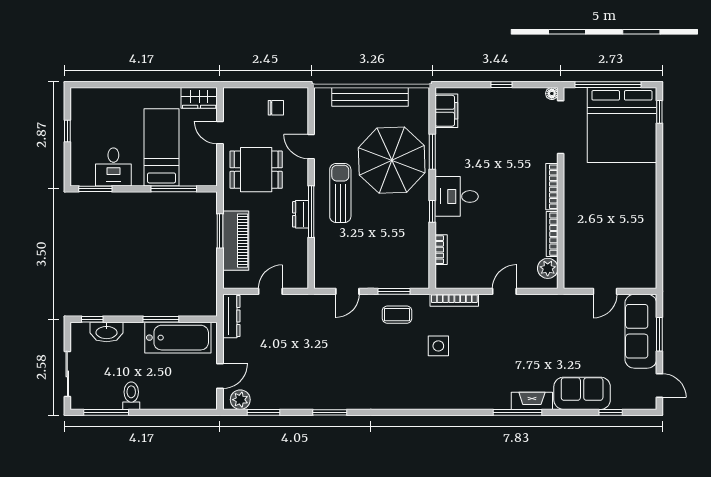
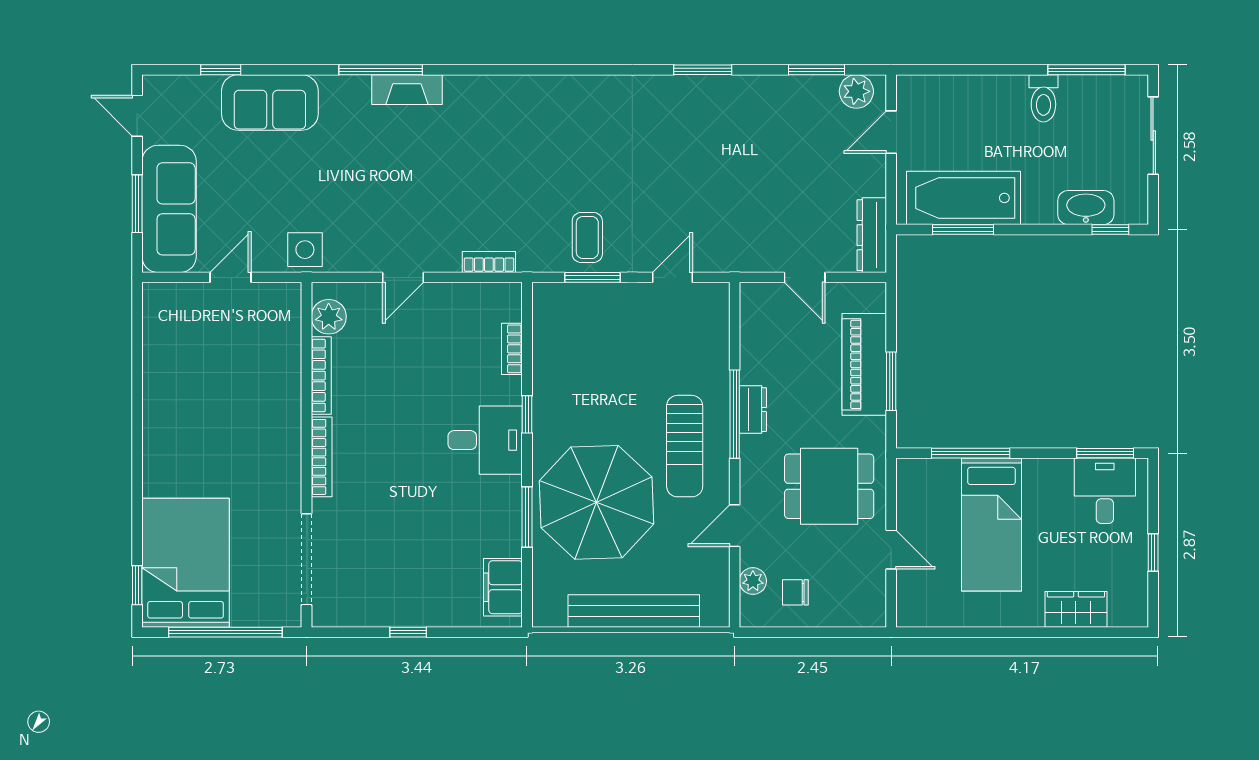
floor lamp: (552, 94) -> (322, 617), removed
wardrobe: (199, 98) -> (1076, 609), moved
plant: (301, 114) -> (753, 581), added
bed: (622, 125) -> (186, 563), width x0.73
door: (311, 147) -> (735, 526), swing flipped
desk: (113, 167) -> (1105, 491), moved
door: (270, 291) -> (805, 277), hinge flipped
bookcase: (454, 300) -> (489, 262), width x0.64
coffee table: (397, 315) -> (587, 237), turned 90
window: (161, 319) -> (963, 229), moved
side table: (438, 346) -> (305, 250), moved
fireplace: (532, 401) -> (407, 90), moved

